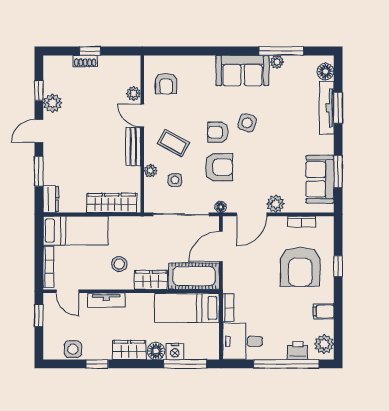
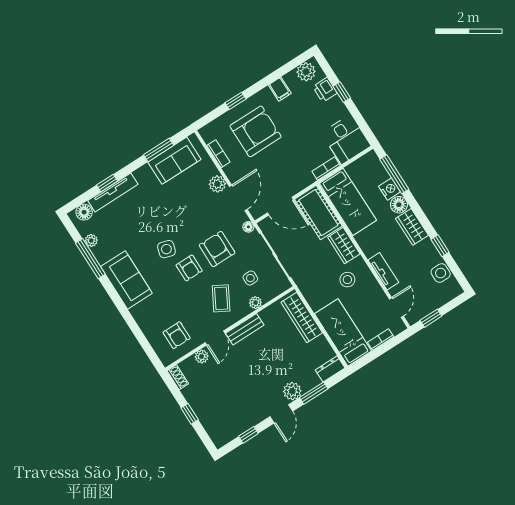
shoe rack: (85, 61) -> (178, 377), moved
plant: (277, 62) -> (91, 240), moved
armchair: (166, 84) -> (177, 335), turned 90
plant: (53, 103) -> (292, 391), moved
window: (338, 108) -> (107, 183), width x0.67
door: (39, 131) -> (281, 414), hinge flipped
door: (252, 214) -> (238, 198), hinge flipped
bookcase: (48, 267) -> (381, 340), width x0.64
window: (286, 364) -> (342, 92), width x0.32

